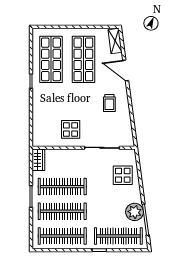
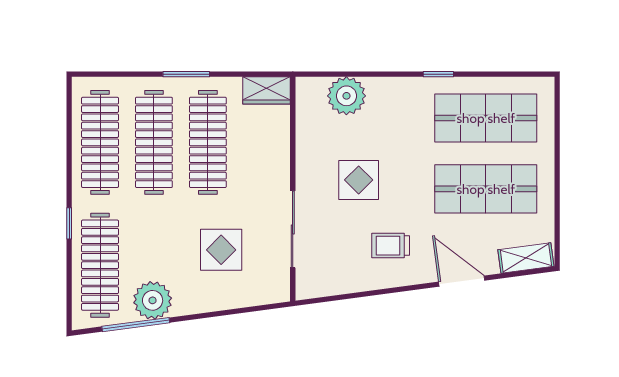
door: (126, 70) -> (462, 281), hinge flipped
plant: (41, 123) -> (346, 96), added
display table: (71, 129) -> (359, 180), moved
display table: (123, 175) -> (221, 250), moved

